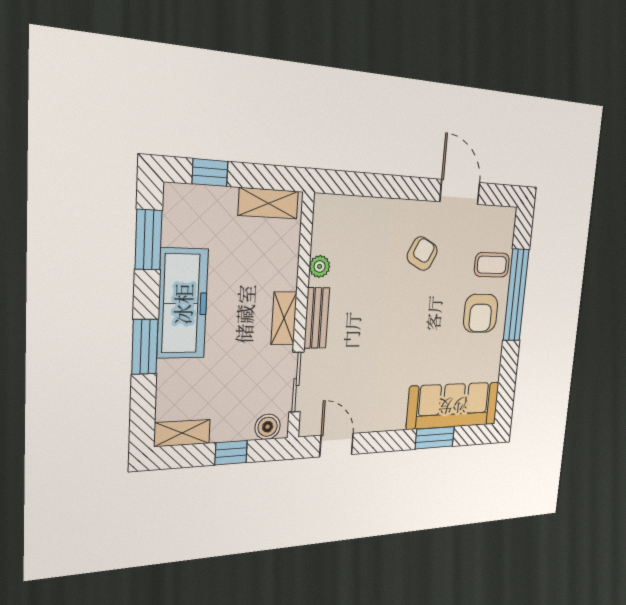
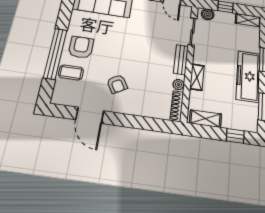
shoe rack: (321, 223) -> (177, 106), added
armchair: (422, 254) -> (117, 84), turned -57
shelving: (284, 318) -> (197, 77), moved

